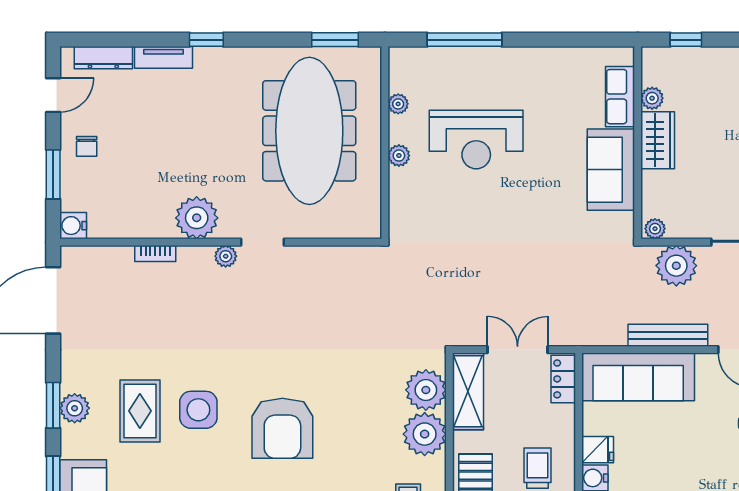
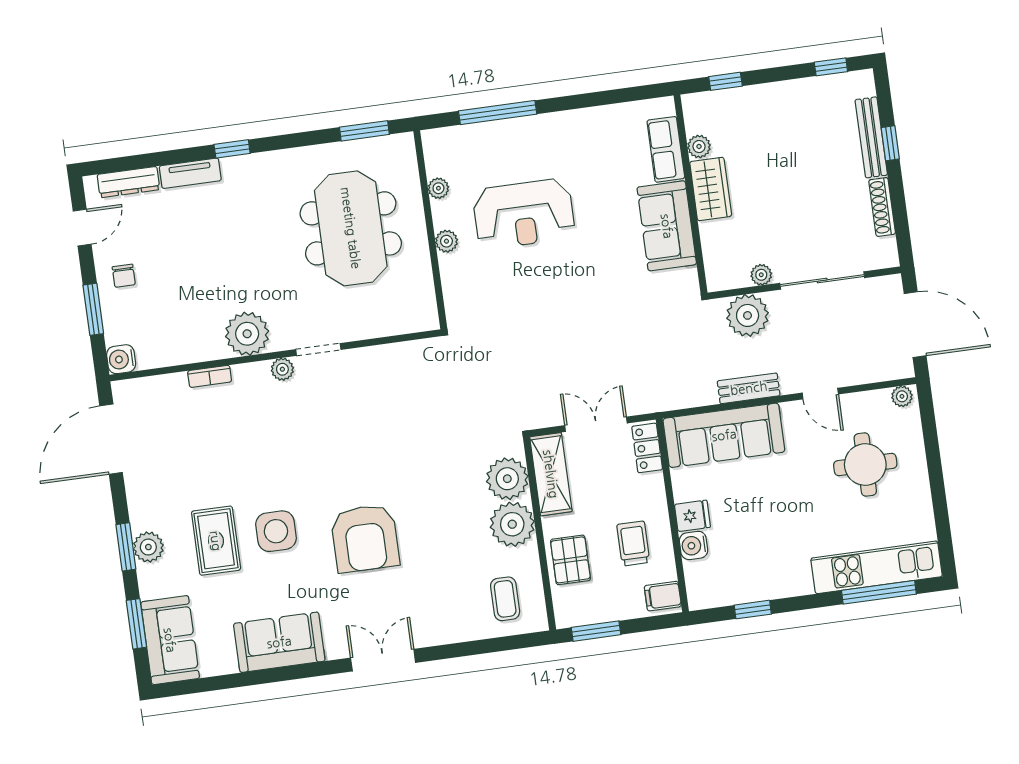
meeting table: (309, 131) -> (351, 228), width x0.73
plant: (655, 229) -> (761, 275), moved
bench: (668, 335) -> (749, 388), width x0.73

